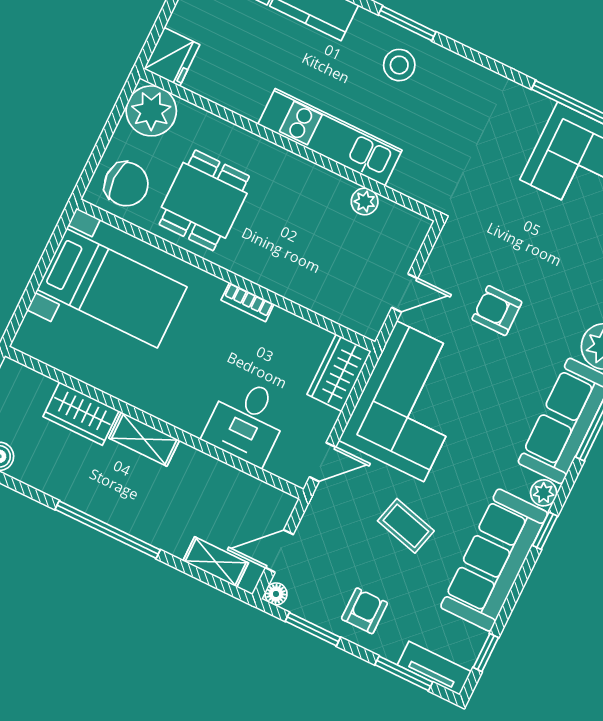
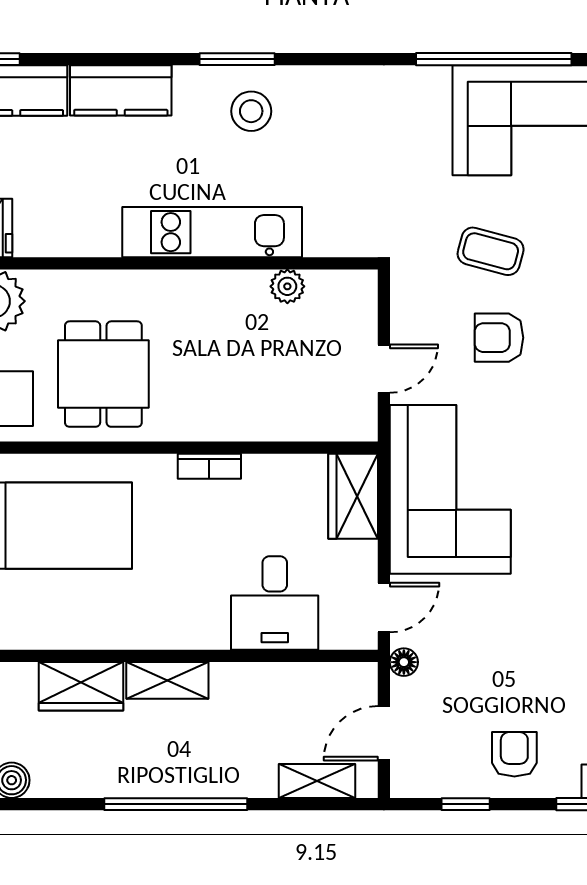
coffee table: (406, 526) -> (491, 251), moved
floor lamp: (276, 594) -> (404, 662), moved
window: (313, 629) -> (466, 804), width x0.67

